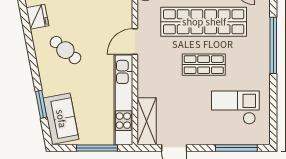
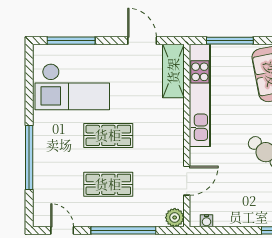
shop shelf: (204, 22) -> (108, 184), width x0.50, depth x0.74
door: (135, 41) -> (187, 181), moved
checkout: (235, 108) -> (72, 87), width x1.36, depth x1.21

